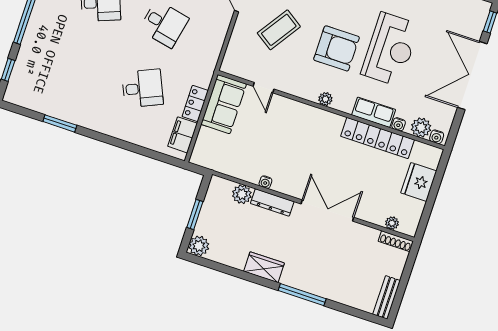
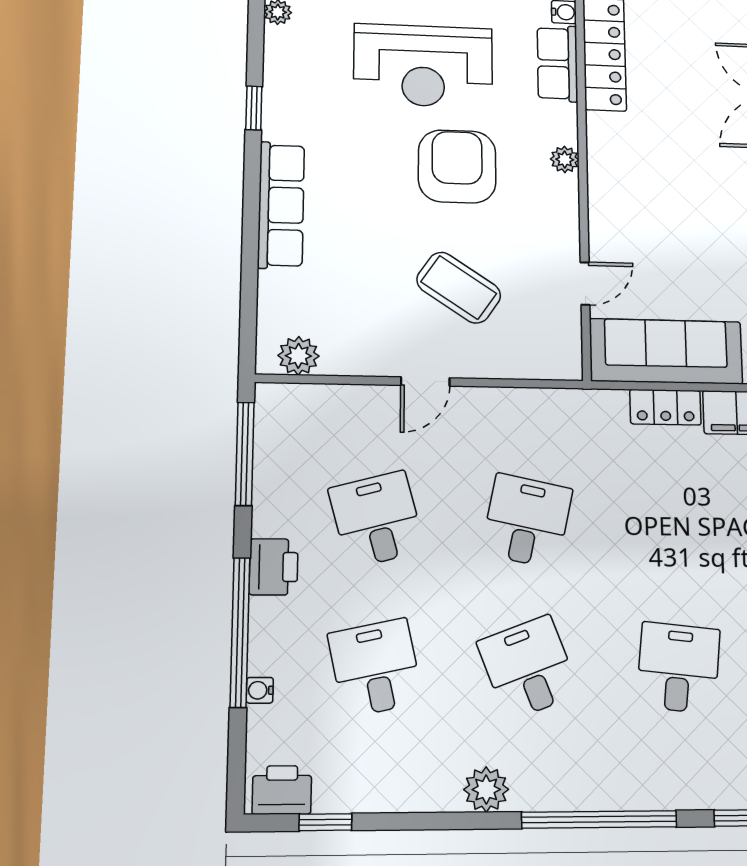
reception desk: (390, 49) -> (423, 66), turned 180
desk: (143, 88) -> (678, 668), moved, turned 30
sofa: (224, 104) -> (666, 351), width x1.36

